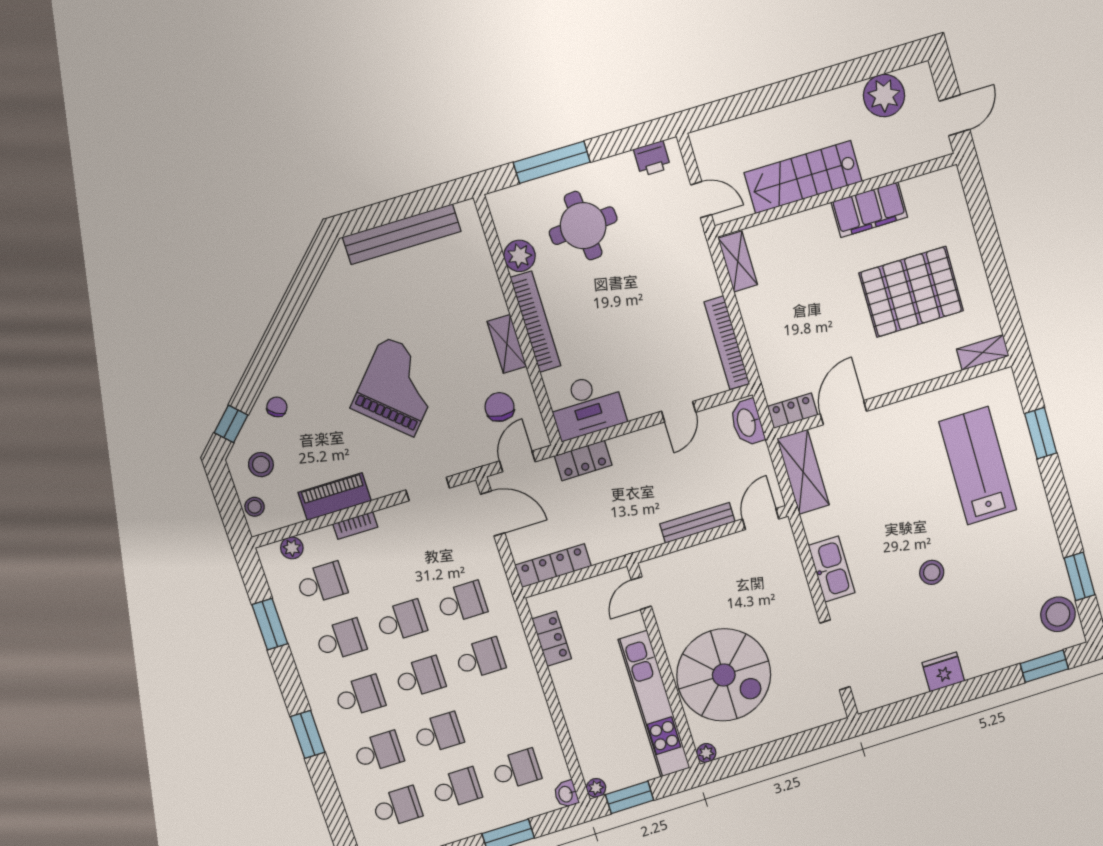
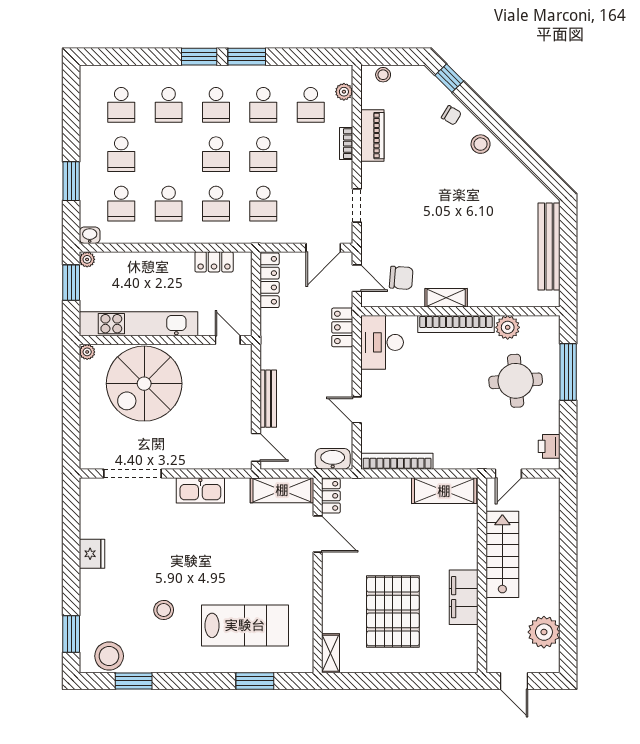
shelving: (738, 262) -> (444, 491), width x1.50, depth x1.33
grand piano: (398, 386) -> (439, 209), removed
stool: (261, 465) -> (481, 144), moved
stool: (932, 572) -> (164, 610), moved
window: (270, 624) -> (247, 57), moved
school desk: (439, 733) -> (169, 204), moved

